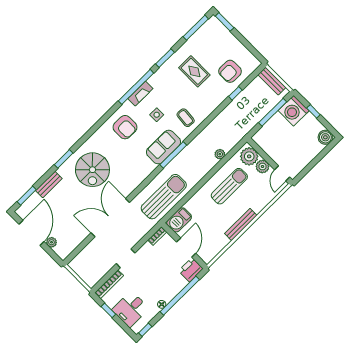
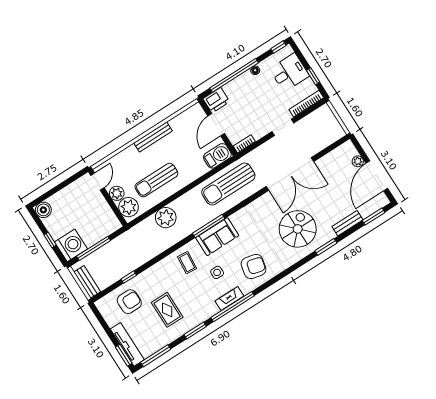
tv unit: (224, 32) -> (127, 344), added
armchair: (125, 127) -> (253, 267), turned 103
plant: (220, 154) -> (166, 218), width x1.87, depth x1.87

